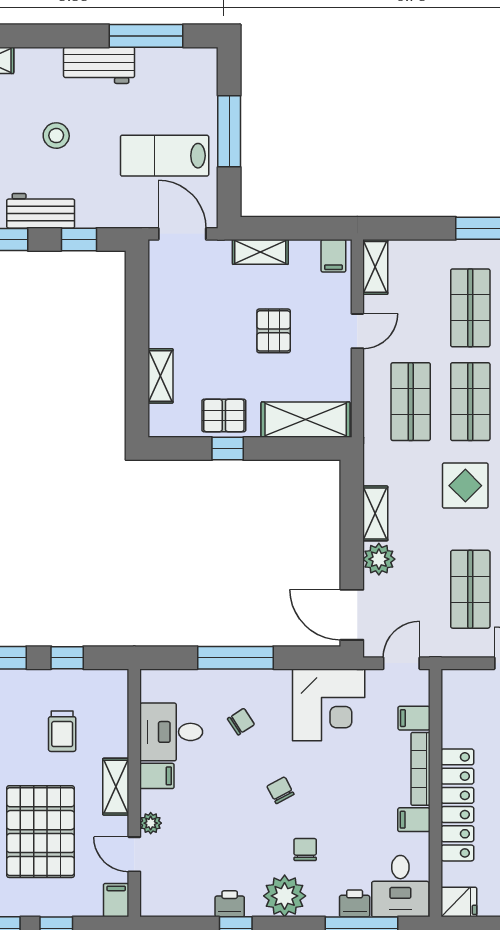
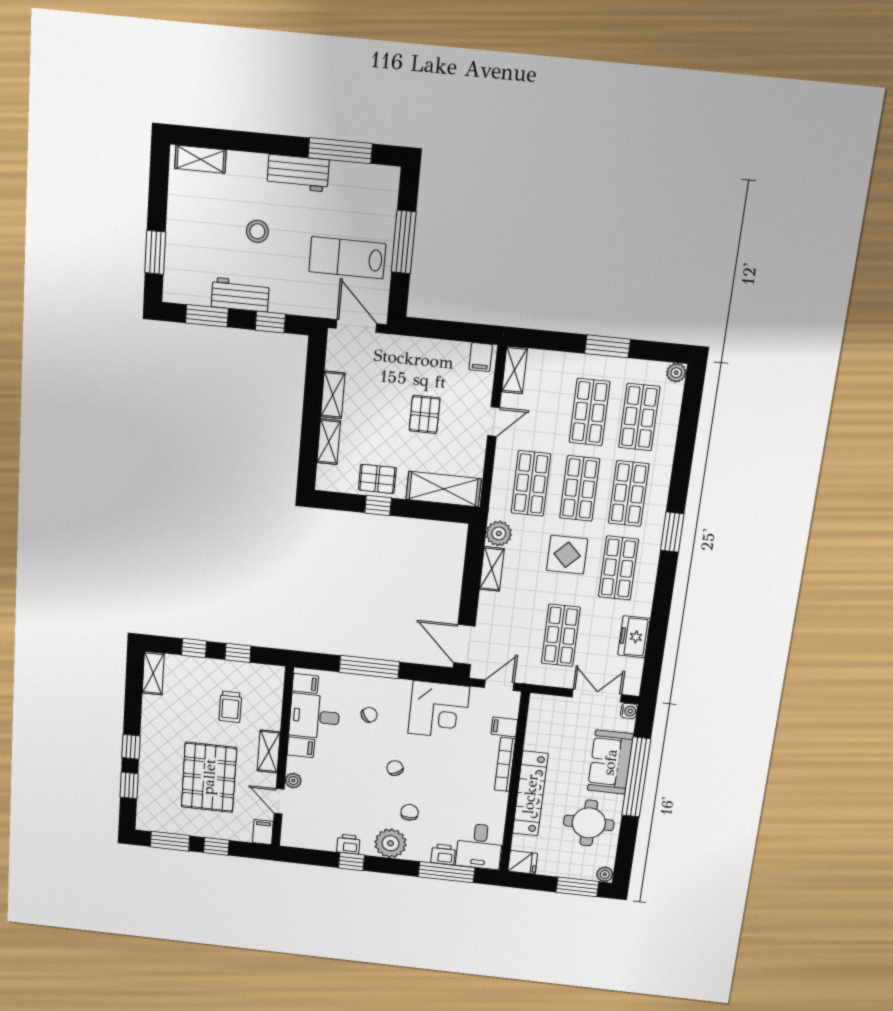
shelving: (260, 252) -> (333, 395), moved, turned 90
plant: (379, 559) -> (499, 533), moved
filing cabinet: (414, 820) -> (305, 683), moved, turned 180

